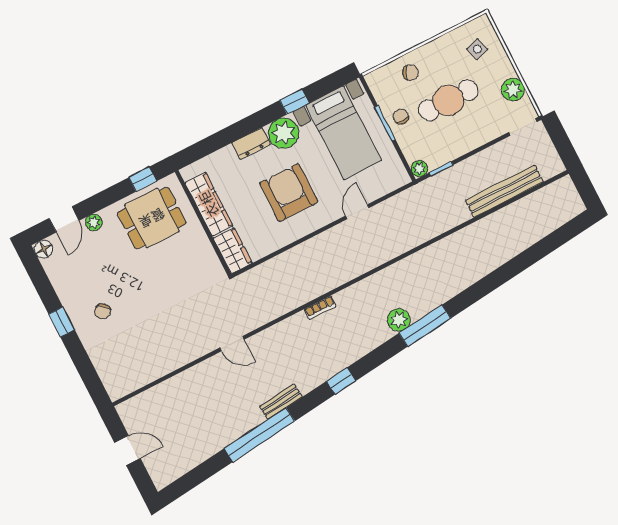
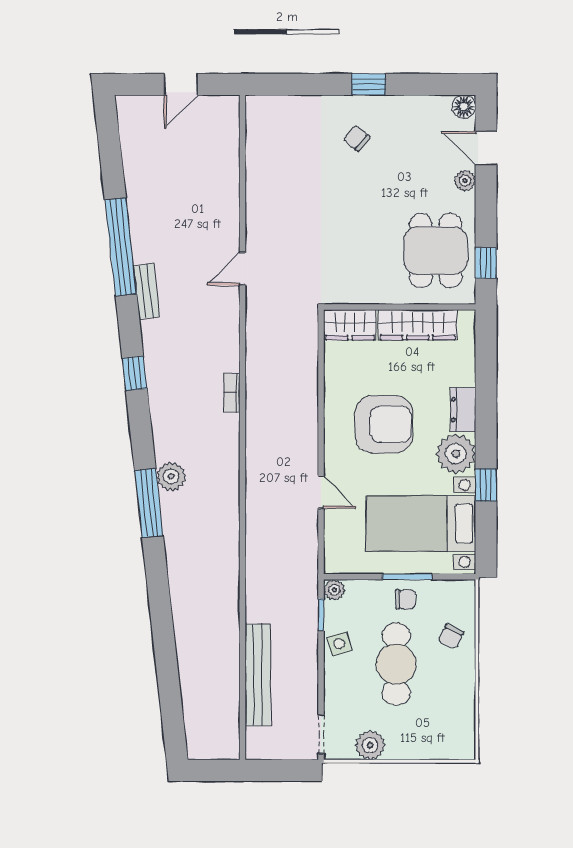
side table: (477, 49) -> (339, 644), moved

